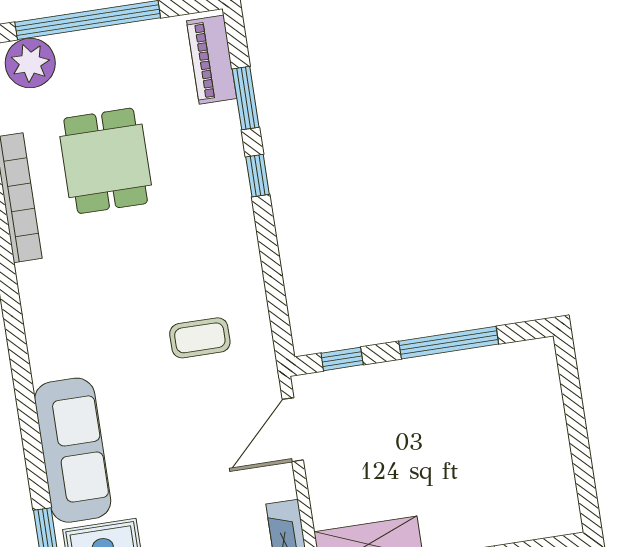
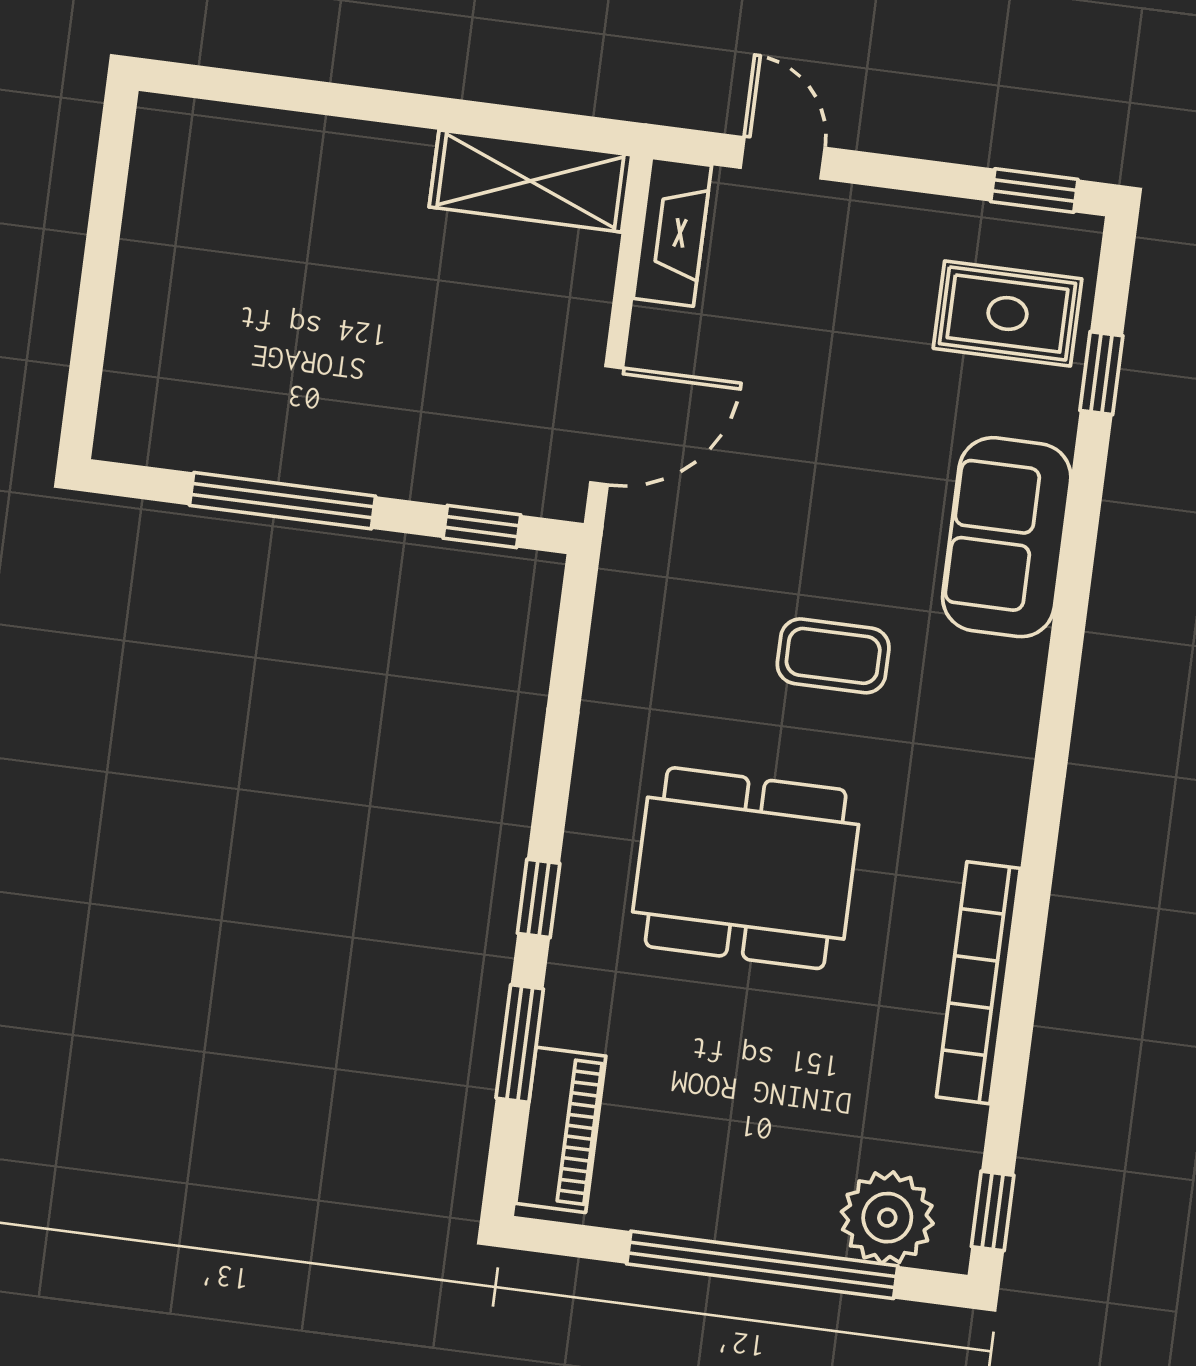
dining table: (106, 161) -> (746, 868), moved, width x1.37
coffee table: (200, 338) -> (833, 656), moved
sofa: (73, 450) -> (1007, 537), width x0.73

